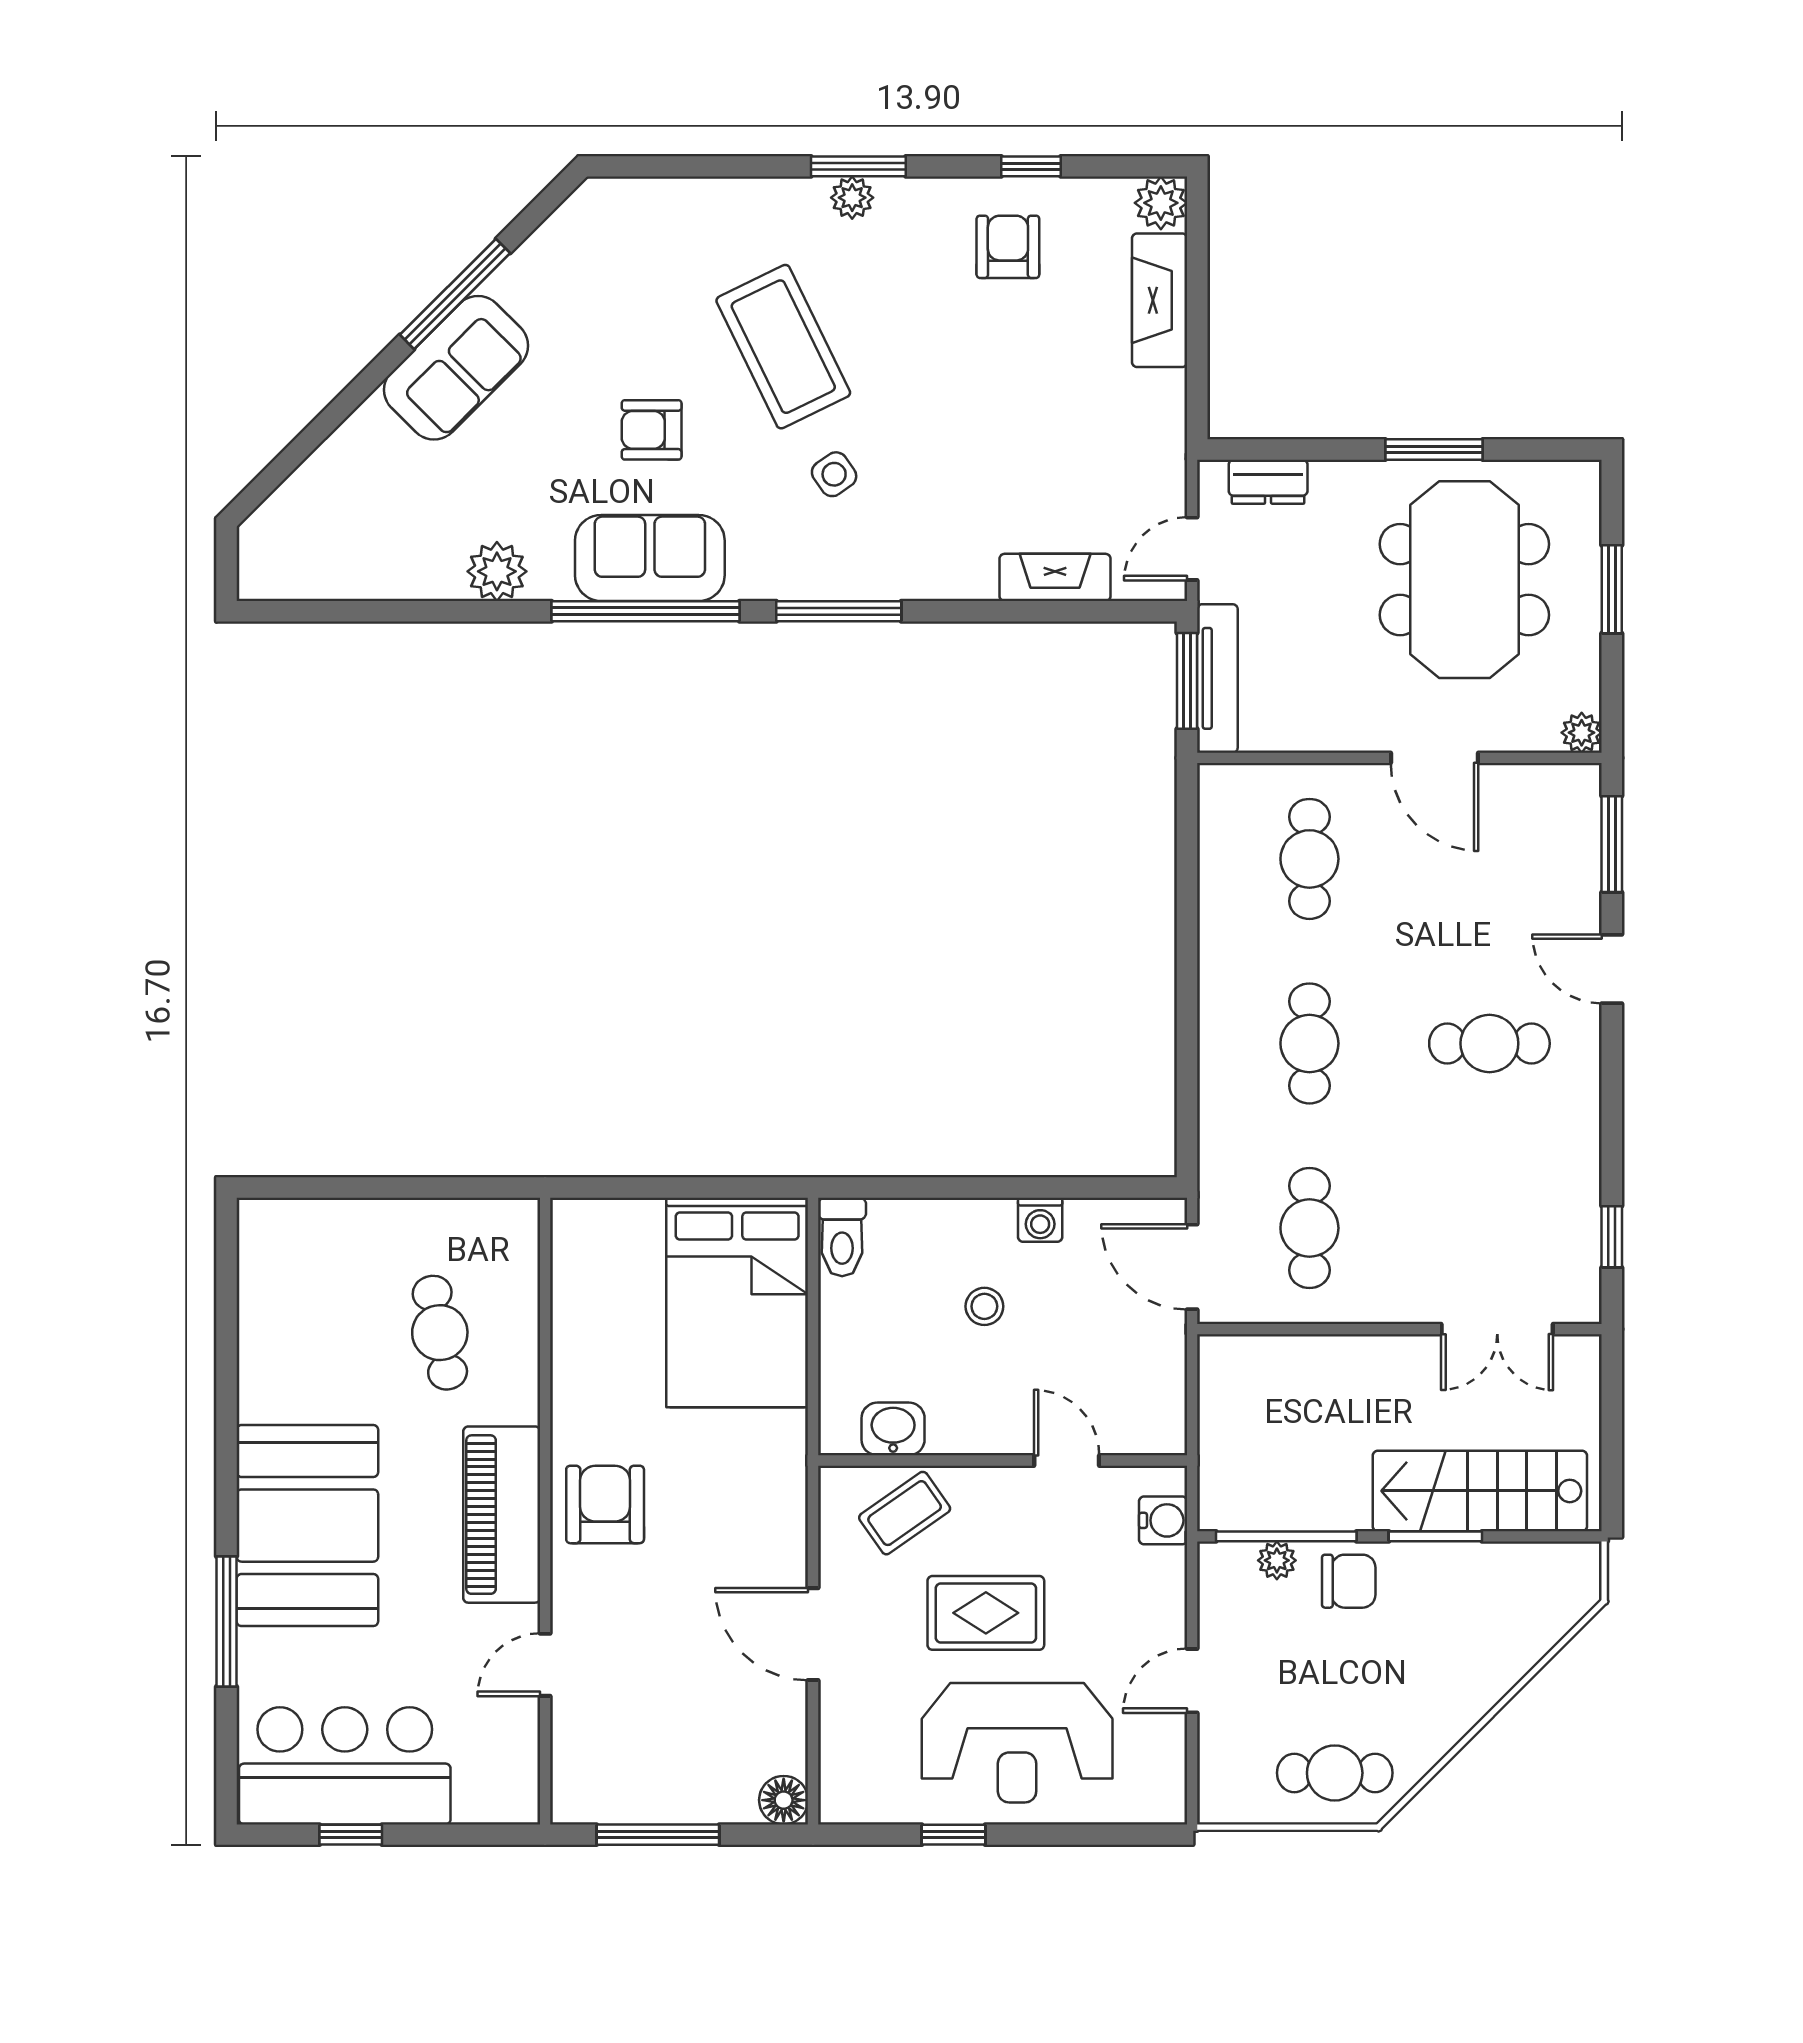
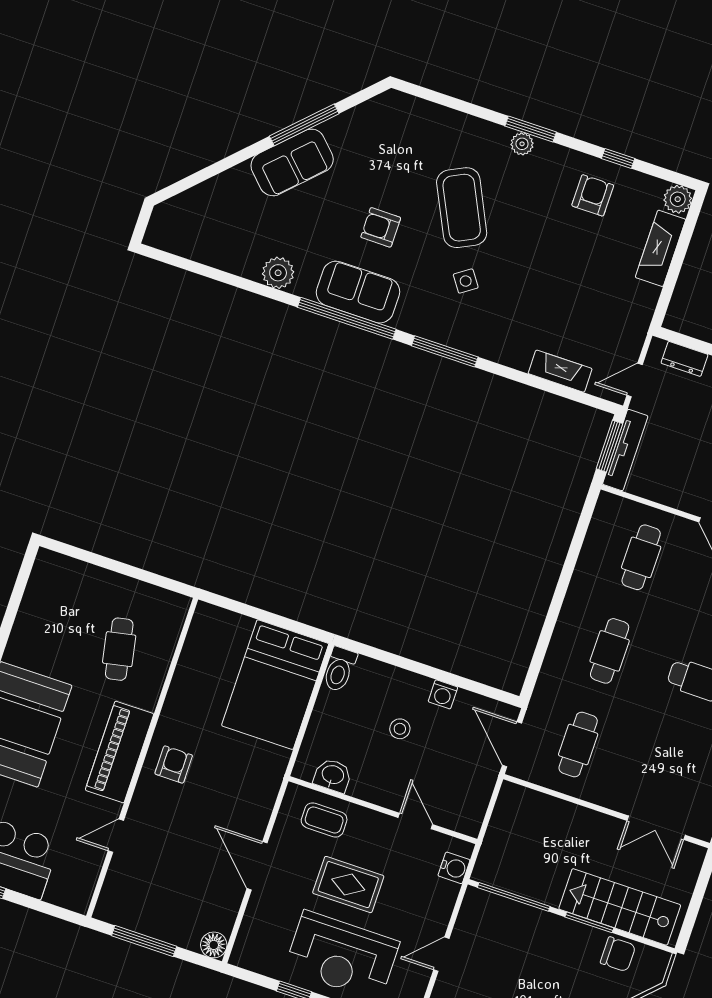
armchair: (605, 1504) -> (174, 764), width x0.72, depth x0.72
coffee table: (905, 1513) -> (324, 820), turned 35
plant: (1277, 1560) -> (505, 908), removed
chair: (1349, 1581) -> (618, 954), moved

